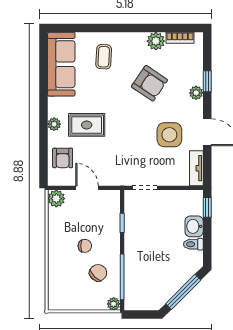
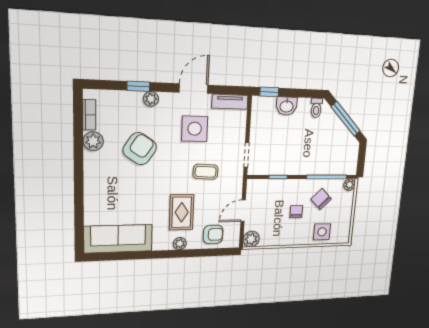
coffee table: (104, 57) -> (206, 172), moved
toilet: (193, 244) -> (316, 108), moved
side table: (62, 277) -> (322, 232), added

